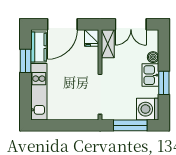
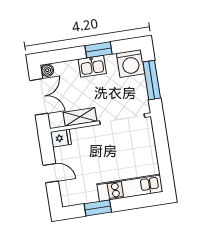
door: (62, 24) -> (51, 173), width x0.53
shelving: (108, 44) -> (80, 117), moved
kitchen counter: (38, 47) -> (80, 196), removed
boiler: (153, 57) -> (47, 70), moved

